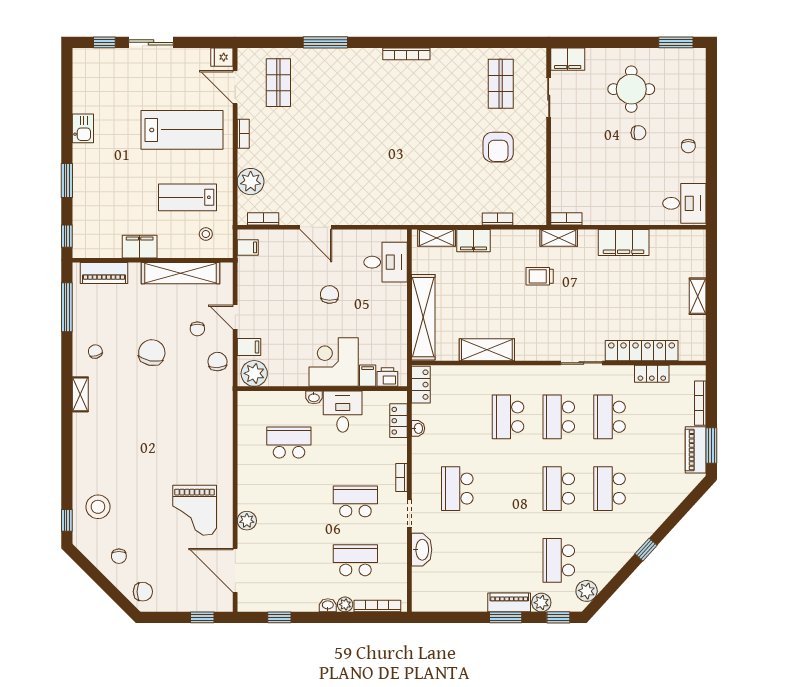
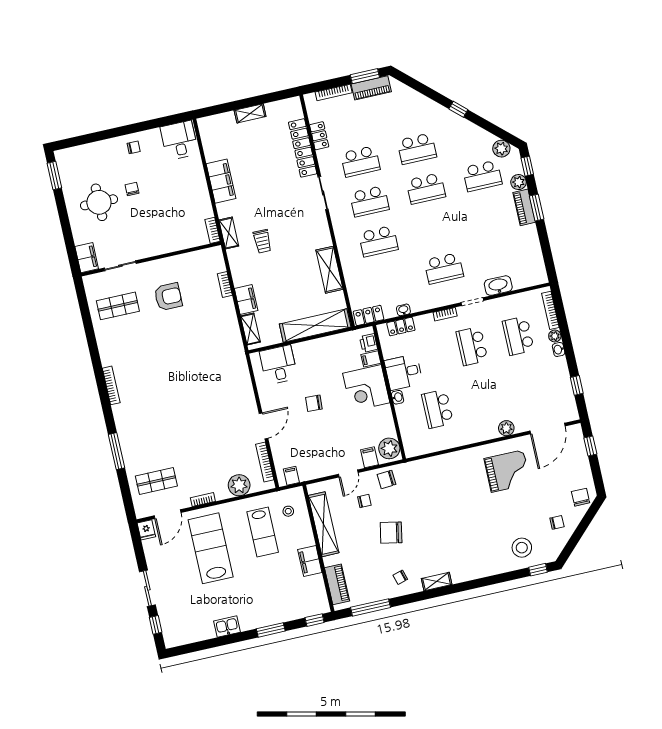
bookcase: (263, 219) -> (265, 462), width x1.56

